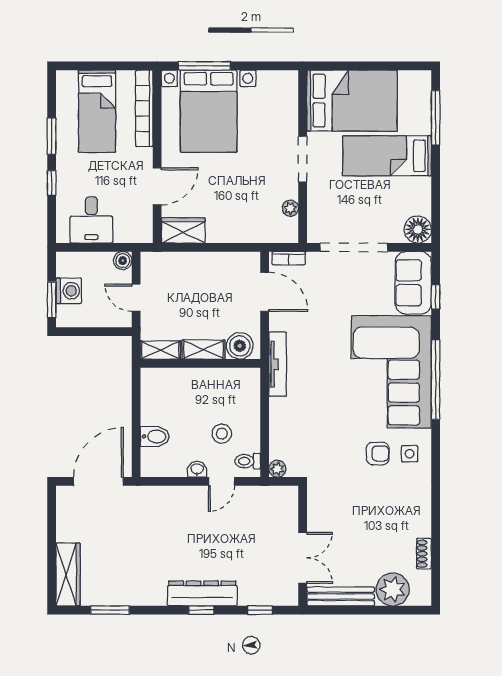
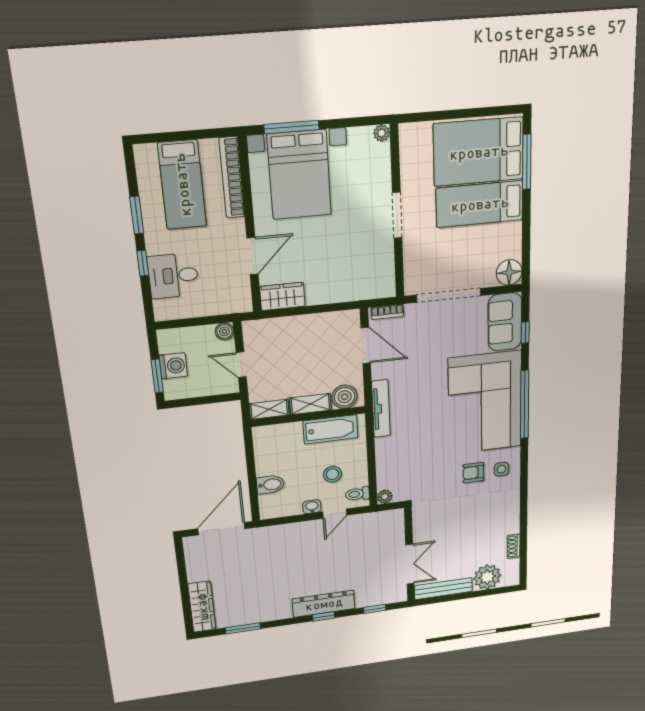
bed: (352, 101) -> (479, 152), moved, turned 180
plant: (290, 208) -> (382, 133), moved
desk: (91, 220) -> (173, 276), moved, turned 90
bathtub: (223, 381) -> (330, 429), added
armchair: (378, 453) -> (473, 473), turned 180

